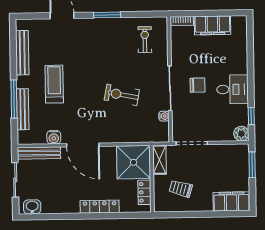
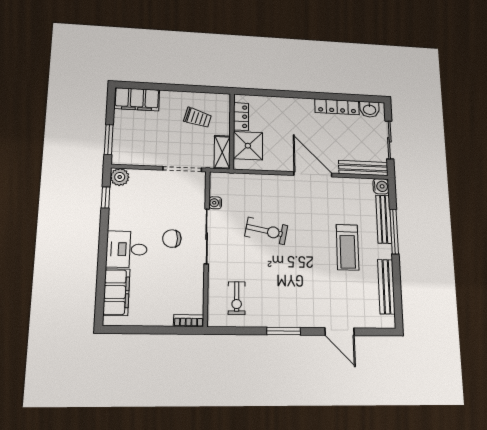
filing cabinet: (212, 25) -> (116, 292), moved, turned 90
desk: (232, 89) -> (127, 249), moved
water cooler: (54, 137) -> (381, 186), moved, turned 90
shower: (134, 162) -> (248, 146), width x0.73, depth x0.73
locker: (100, 207) -> (337, 107), moved

